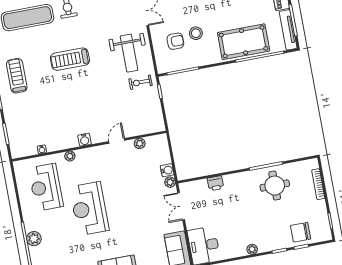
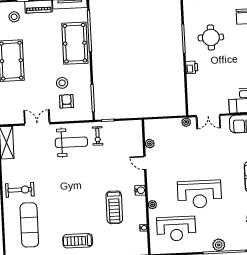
treadmill: (70, 59) -> (114, 207), moved
water cooler: (167, 170) -> (176, 123), removed
printer: (215, 183) -> (192, 67), moved
round table: (275, 186) -> (211, 37), moved

